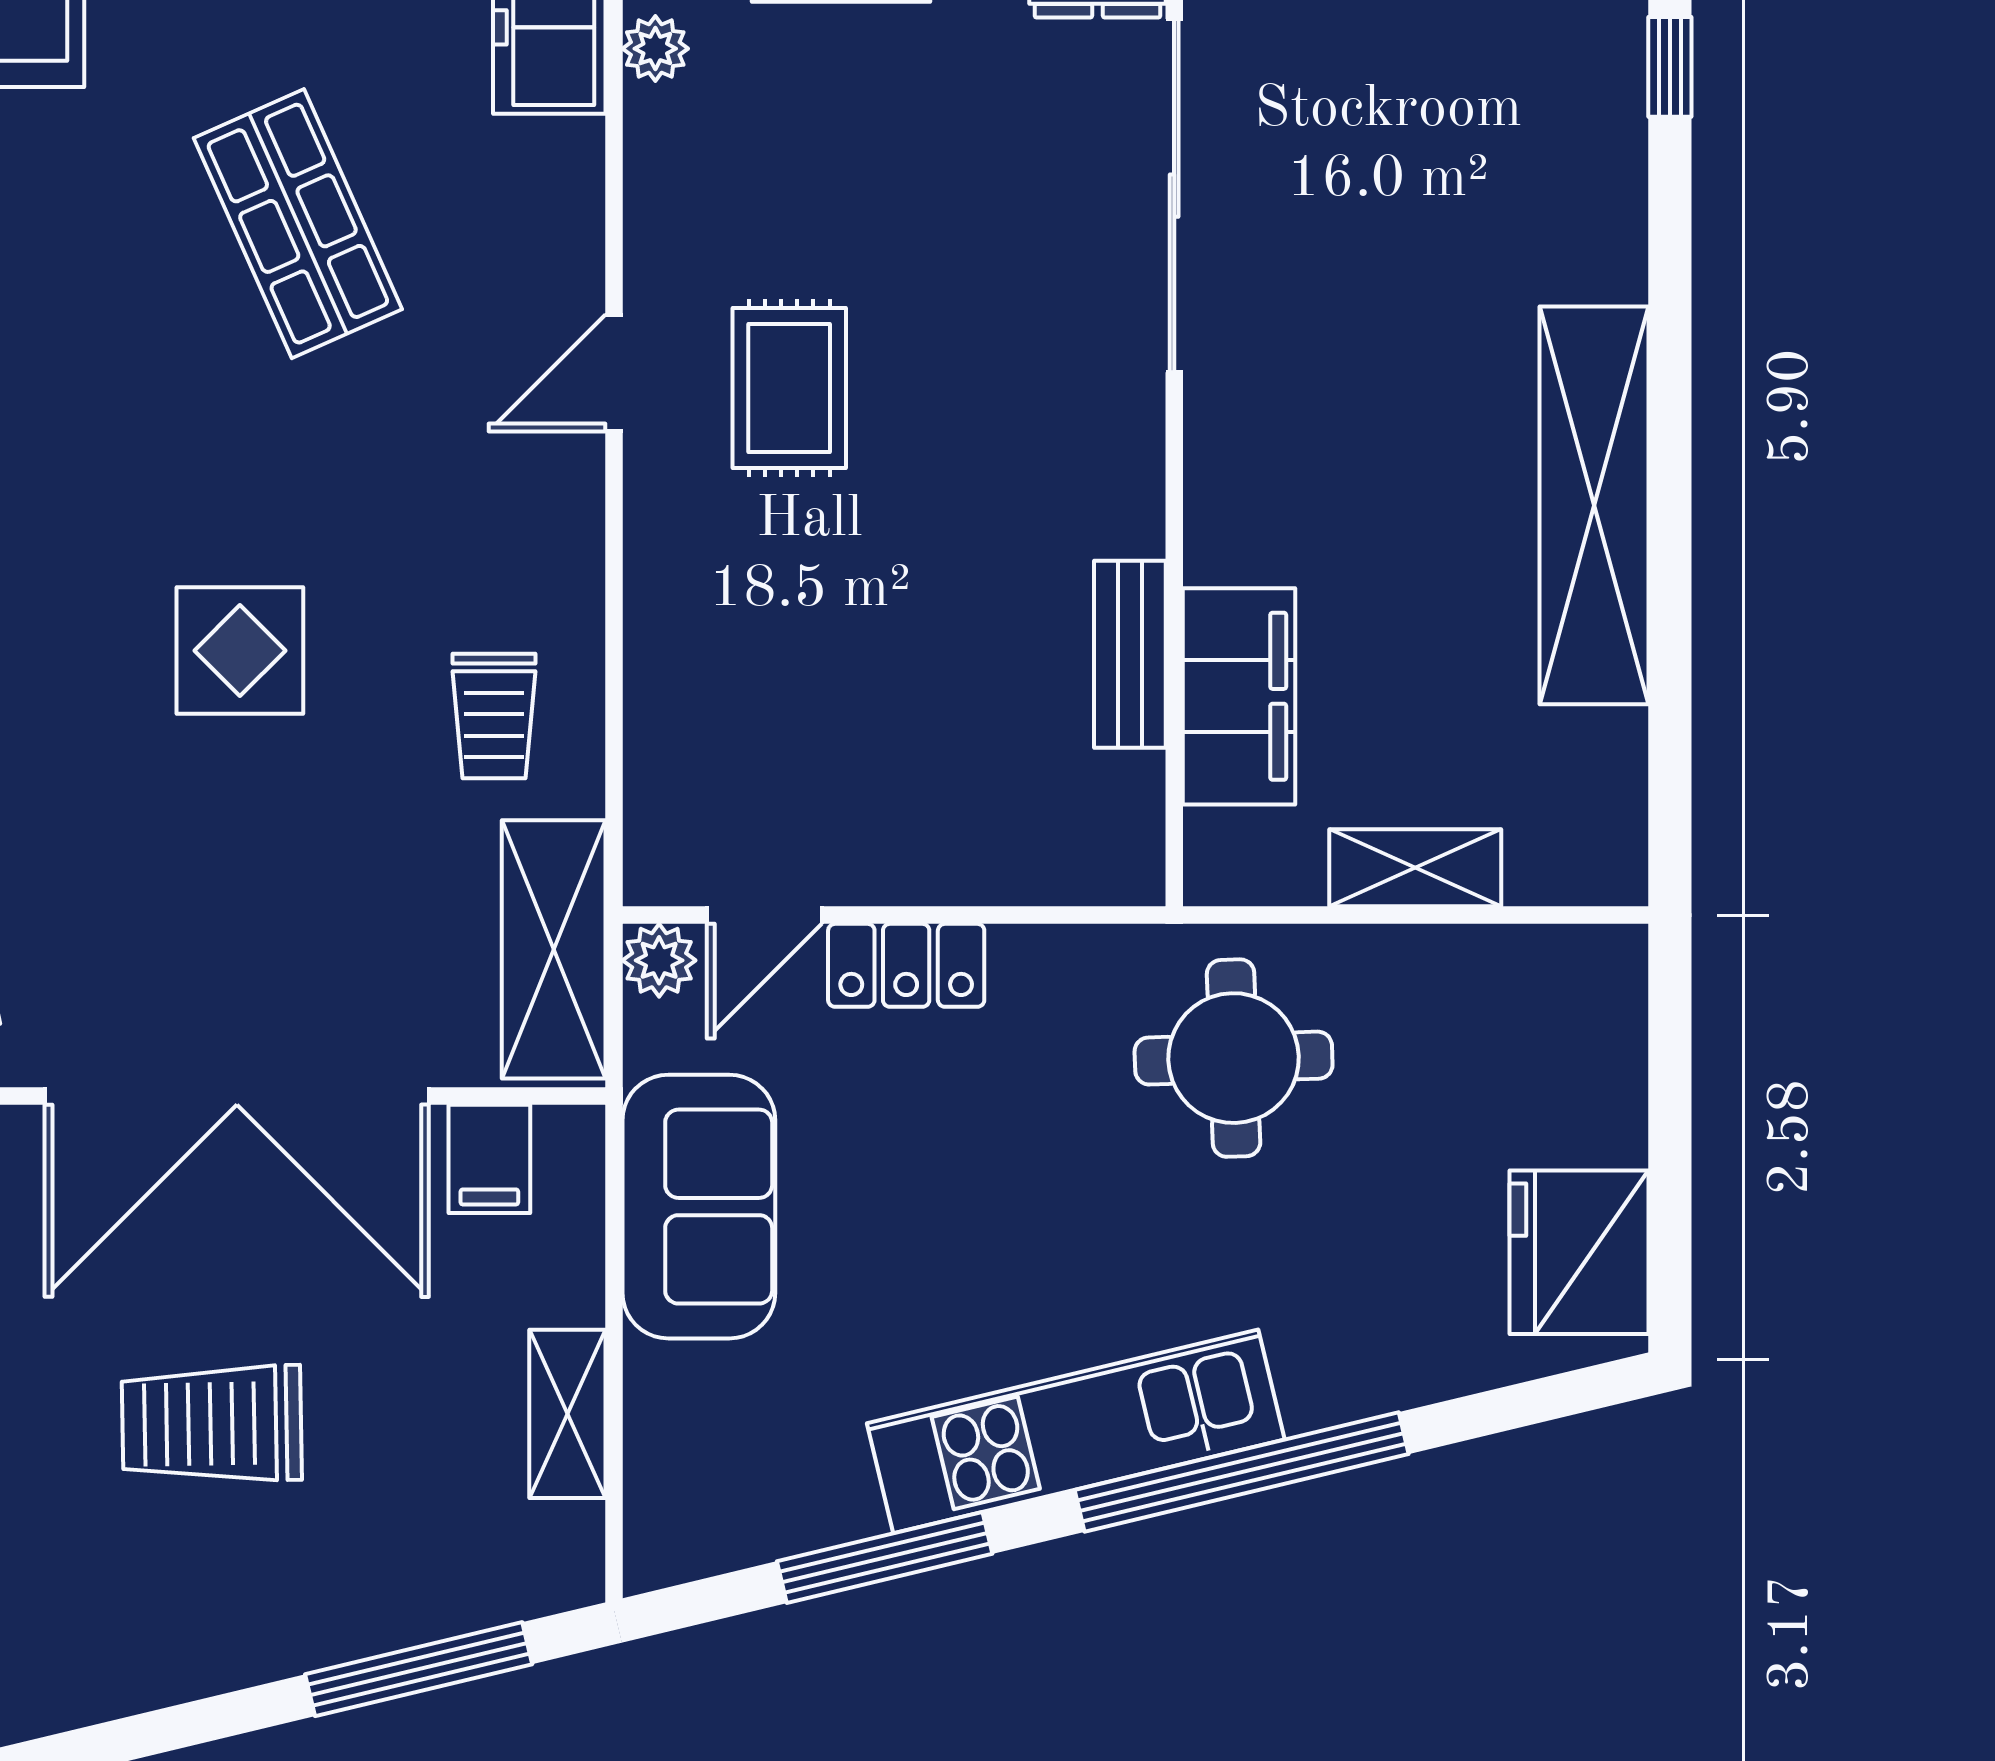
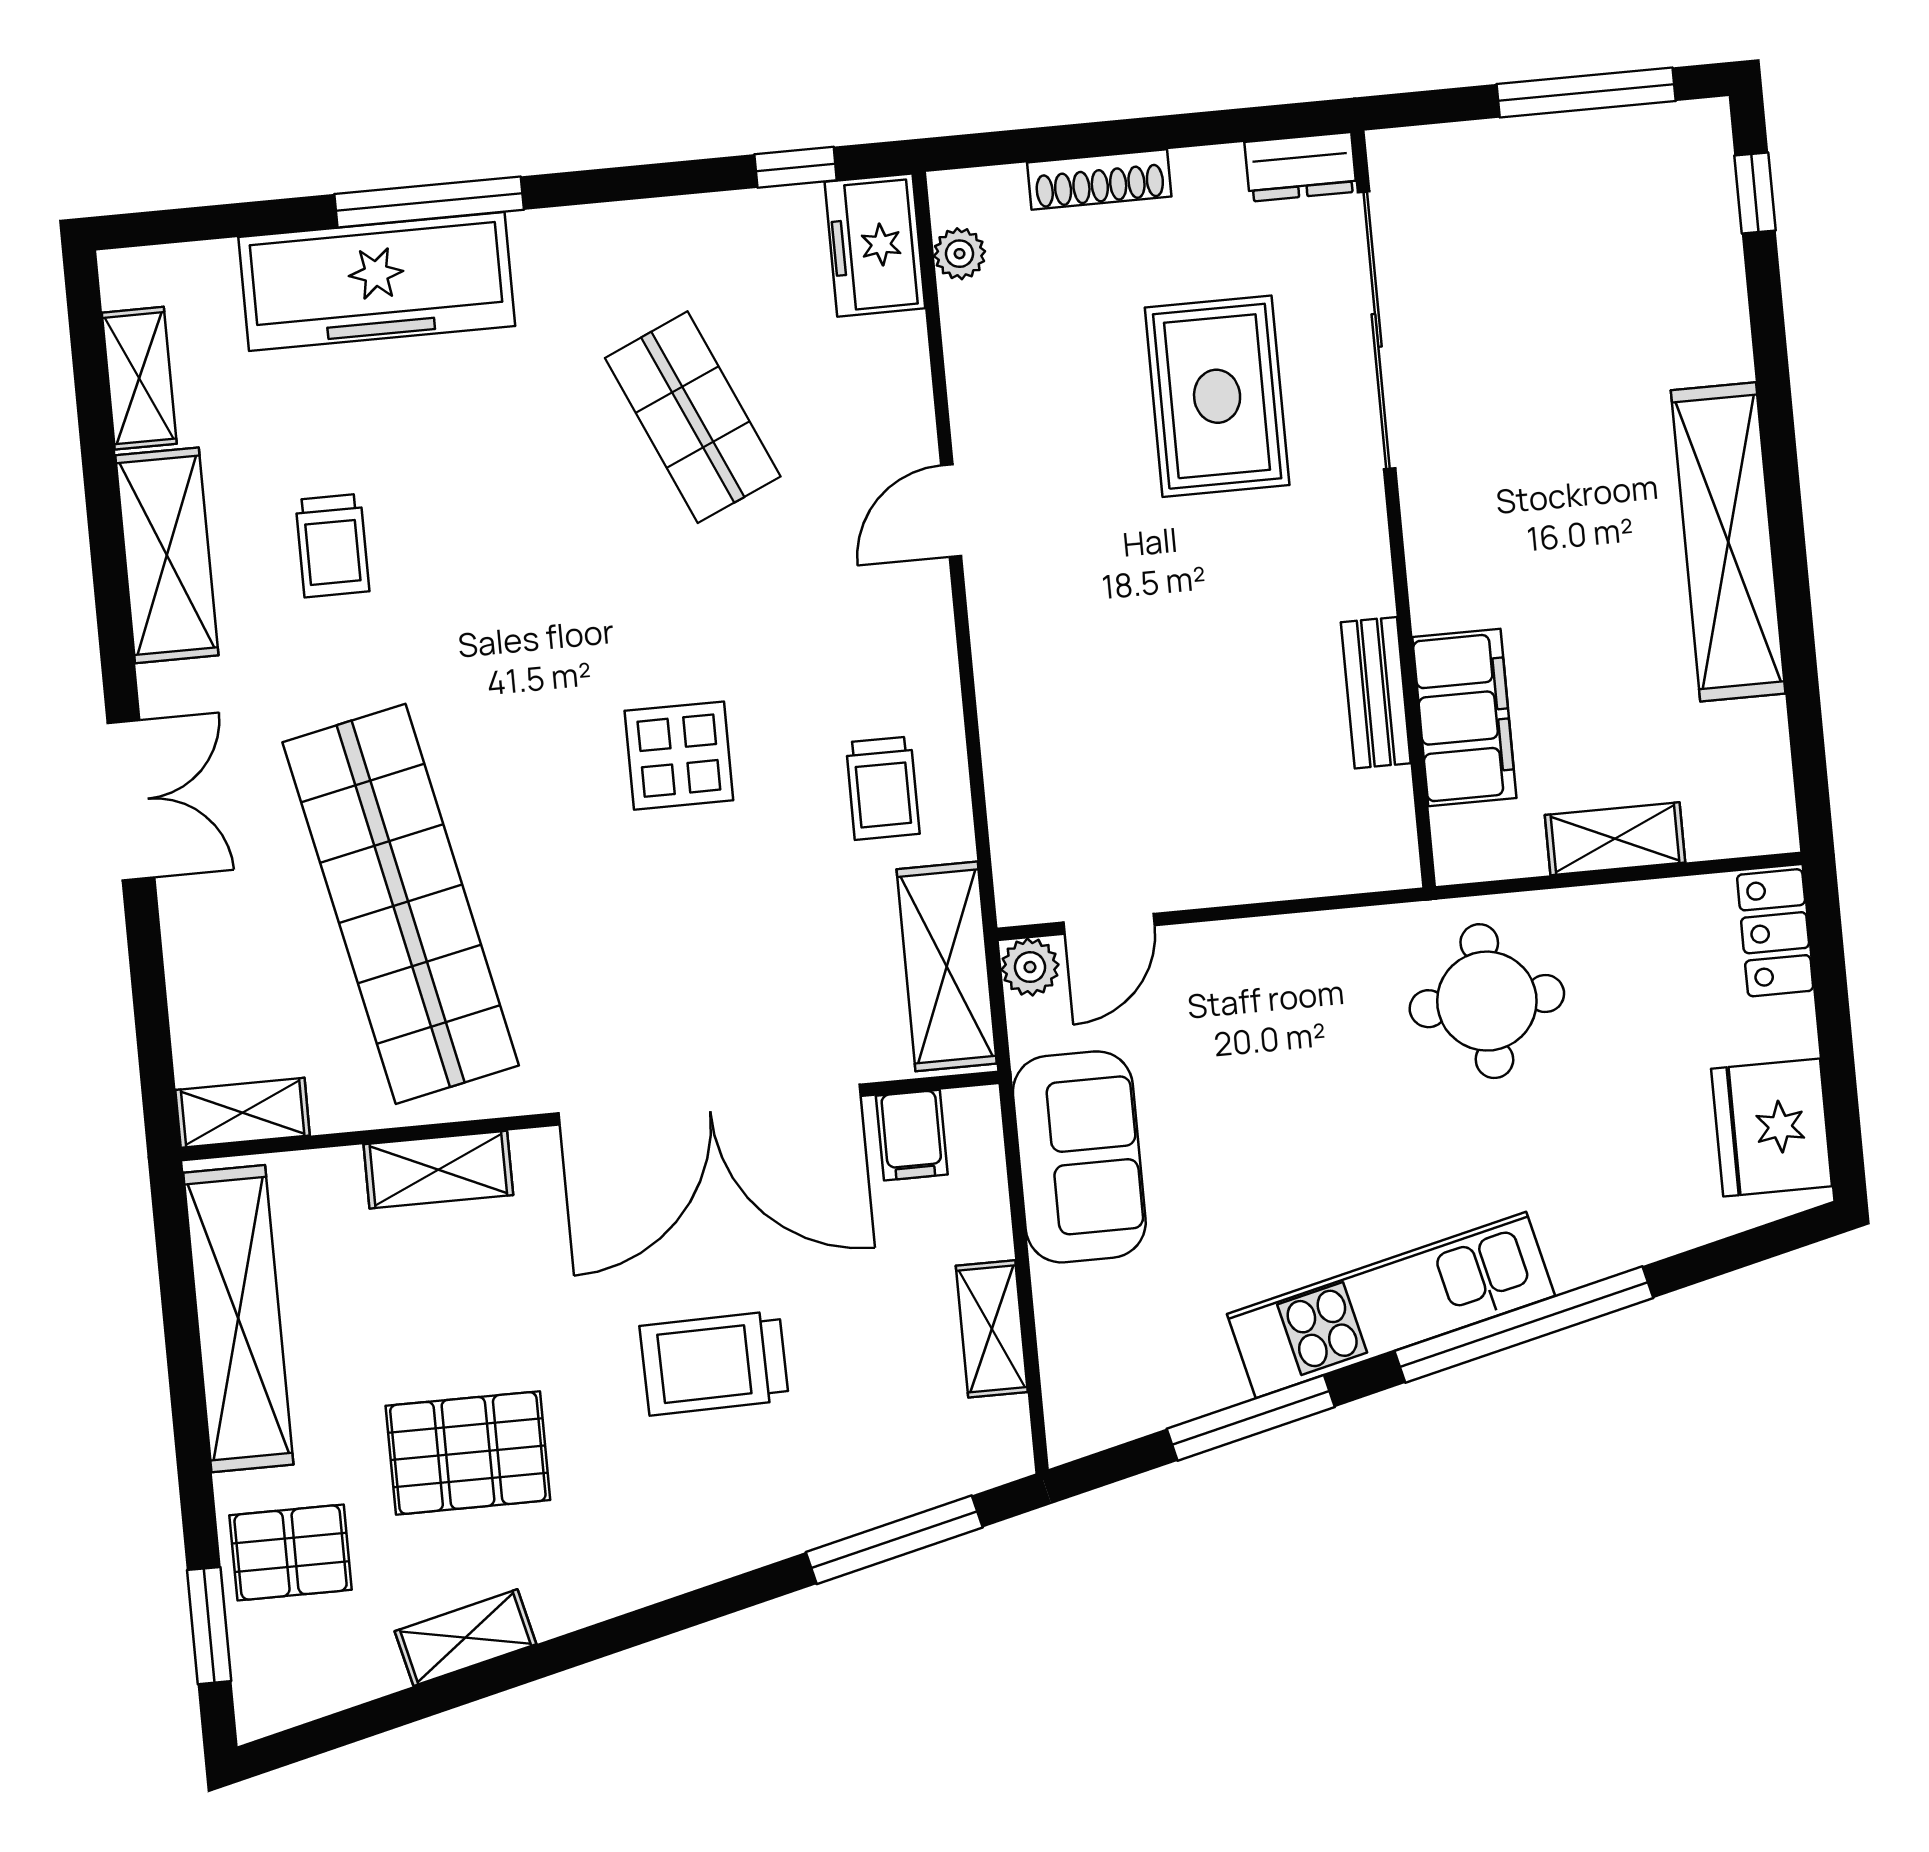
rug: (789, 388) -> (1217, 396), moved, width x1.36, depth x1.43
locker: (906, 965) -> (1775, 933), moved, turned 90

